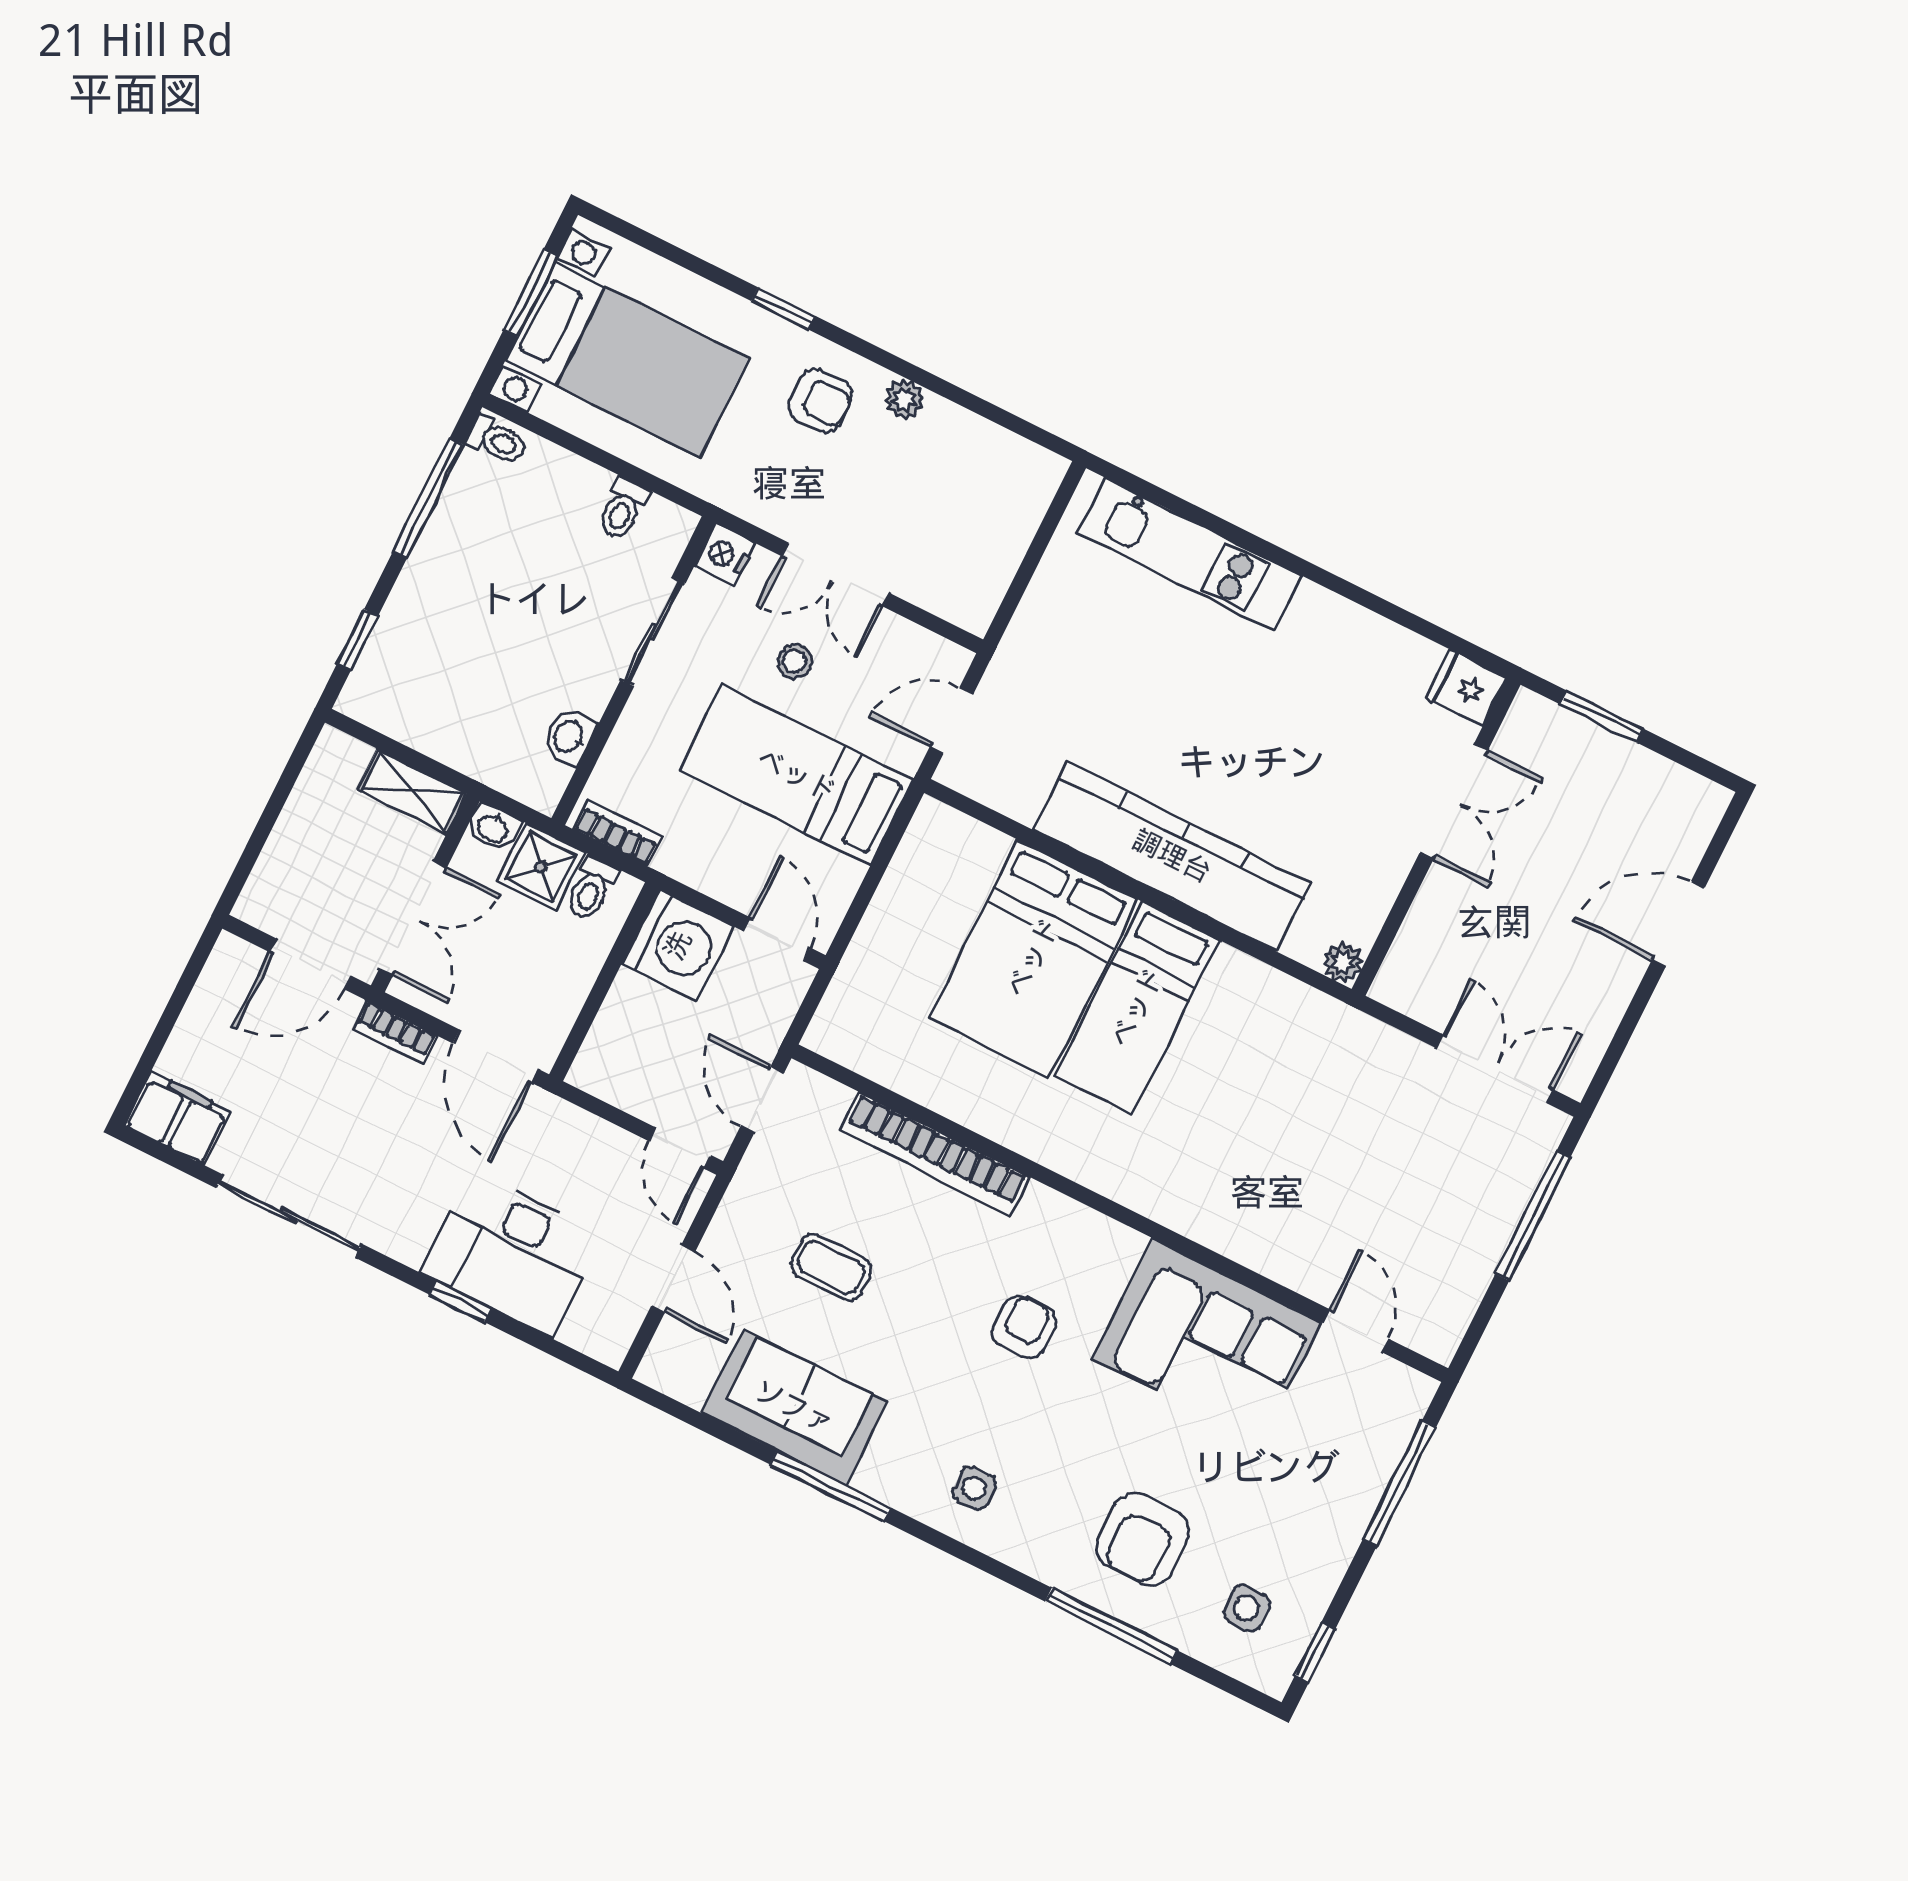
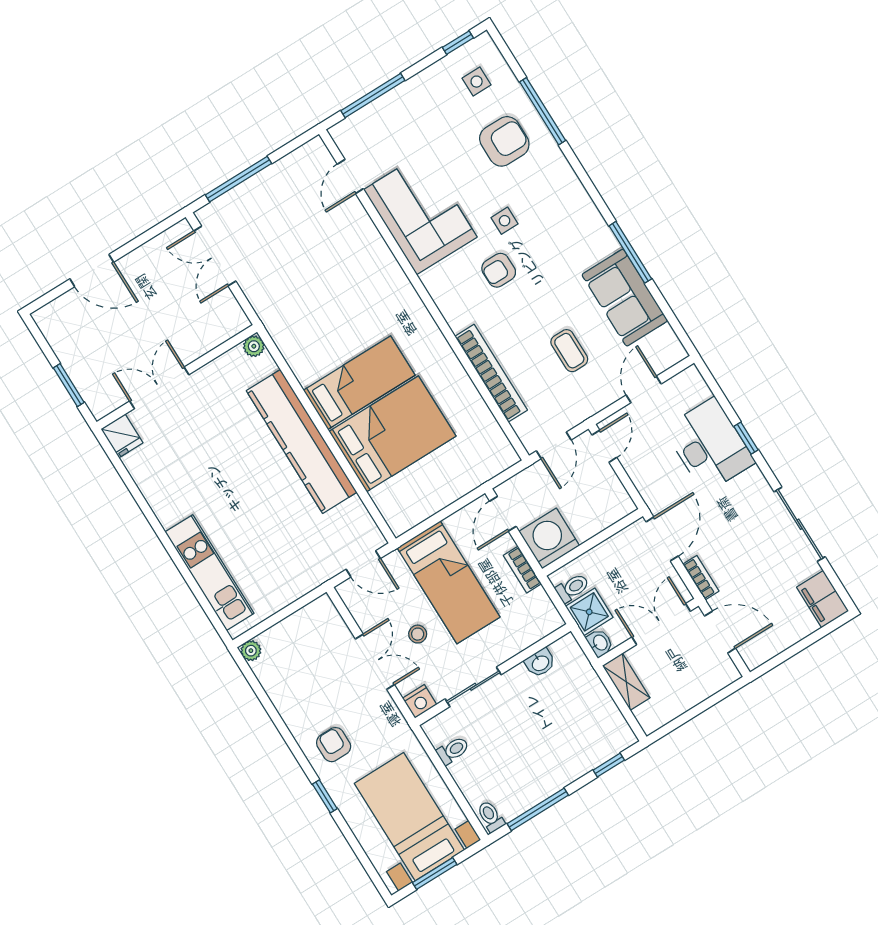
plant: (904, 399) -> (251, 651), moved
bookcase: (618, 833) -> (522, 570), moved
side table: (974, 1488) -> (505, 221), moved

